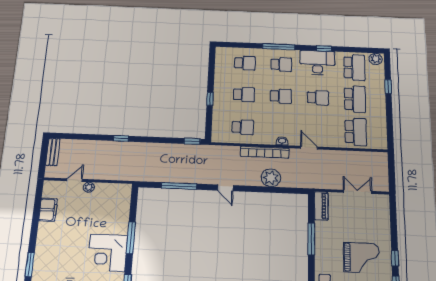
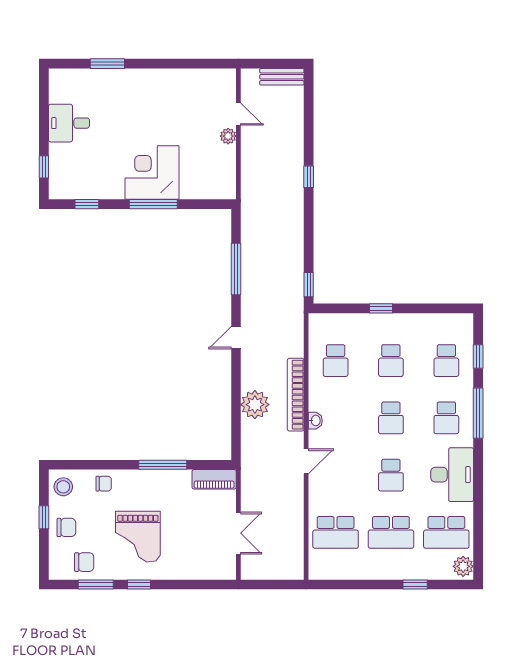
window: (324, 48) -> (478, 356), moved
filing cabinet: (48, 210) -> (190, 80), removed
corner desk: (107, 253) -> (152, 173), moved

